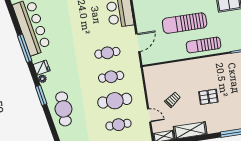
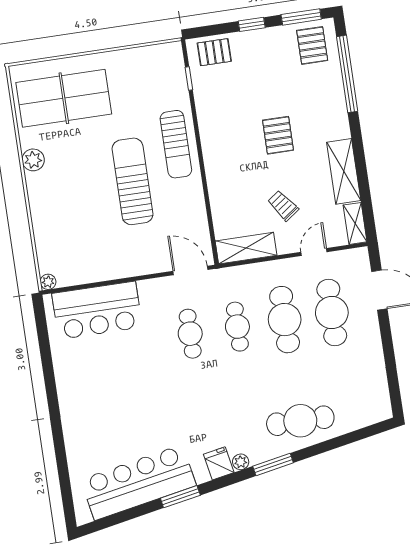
sun lounger: (185, 23) -> (133, 181), turned 180
door: (138, 43) -> (190, 270), moved
window: (25, 48) -> (180, 497), width x0.69
shelving: (151, 81) -> (246, 248), added
cafe table: (118, 125) -> (332, 313), width x1.37, depth x1.35

